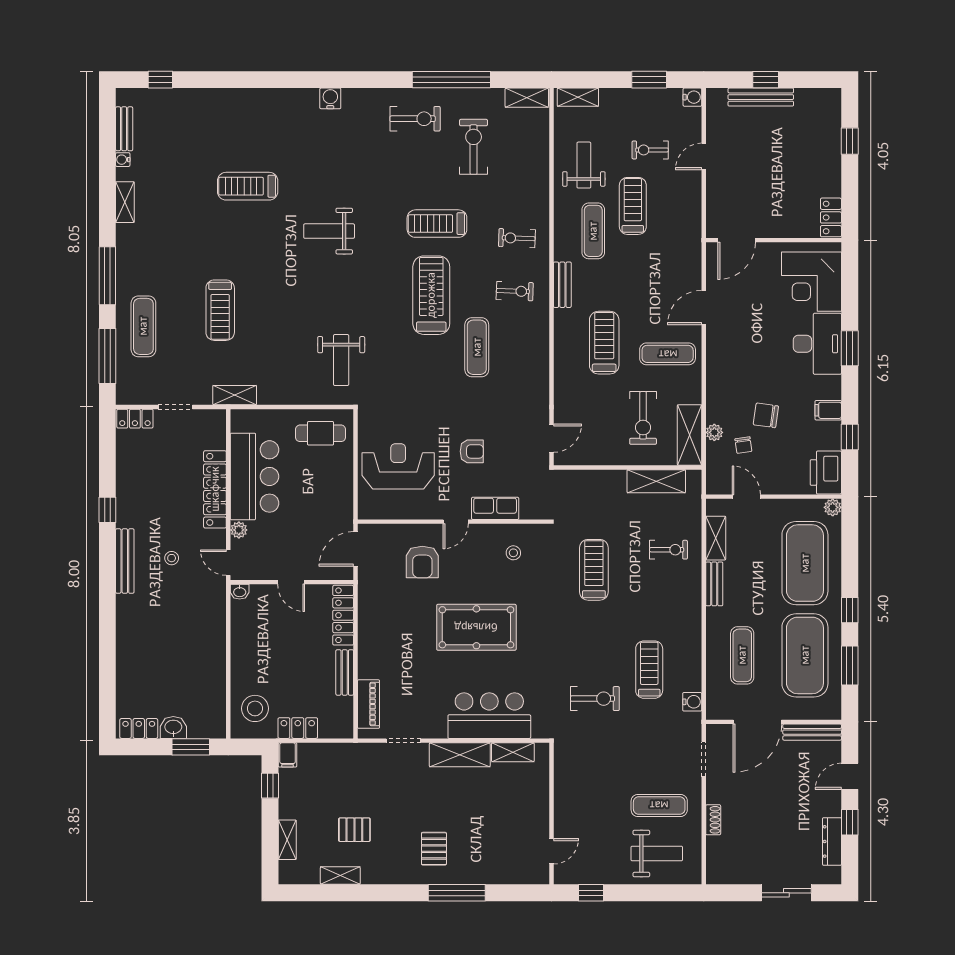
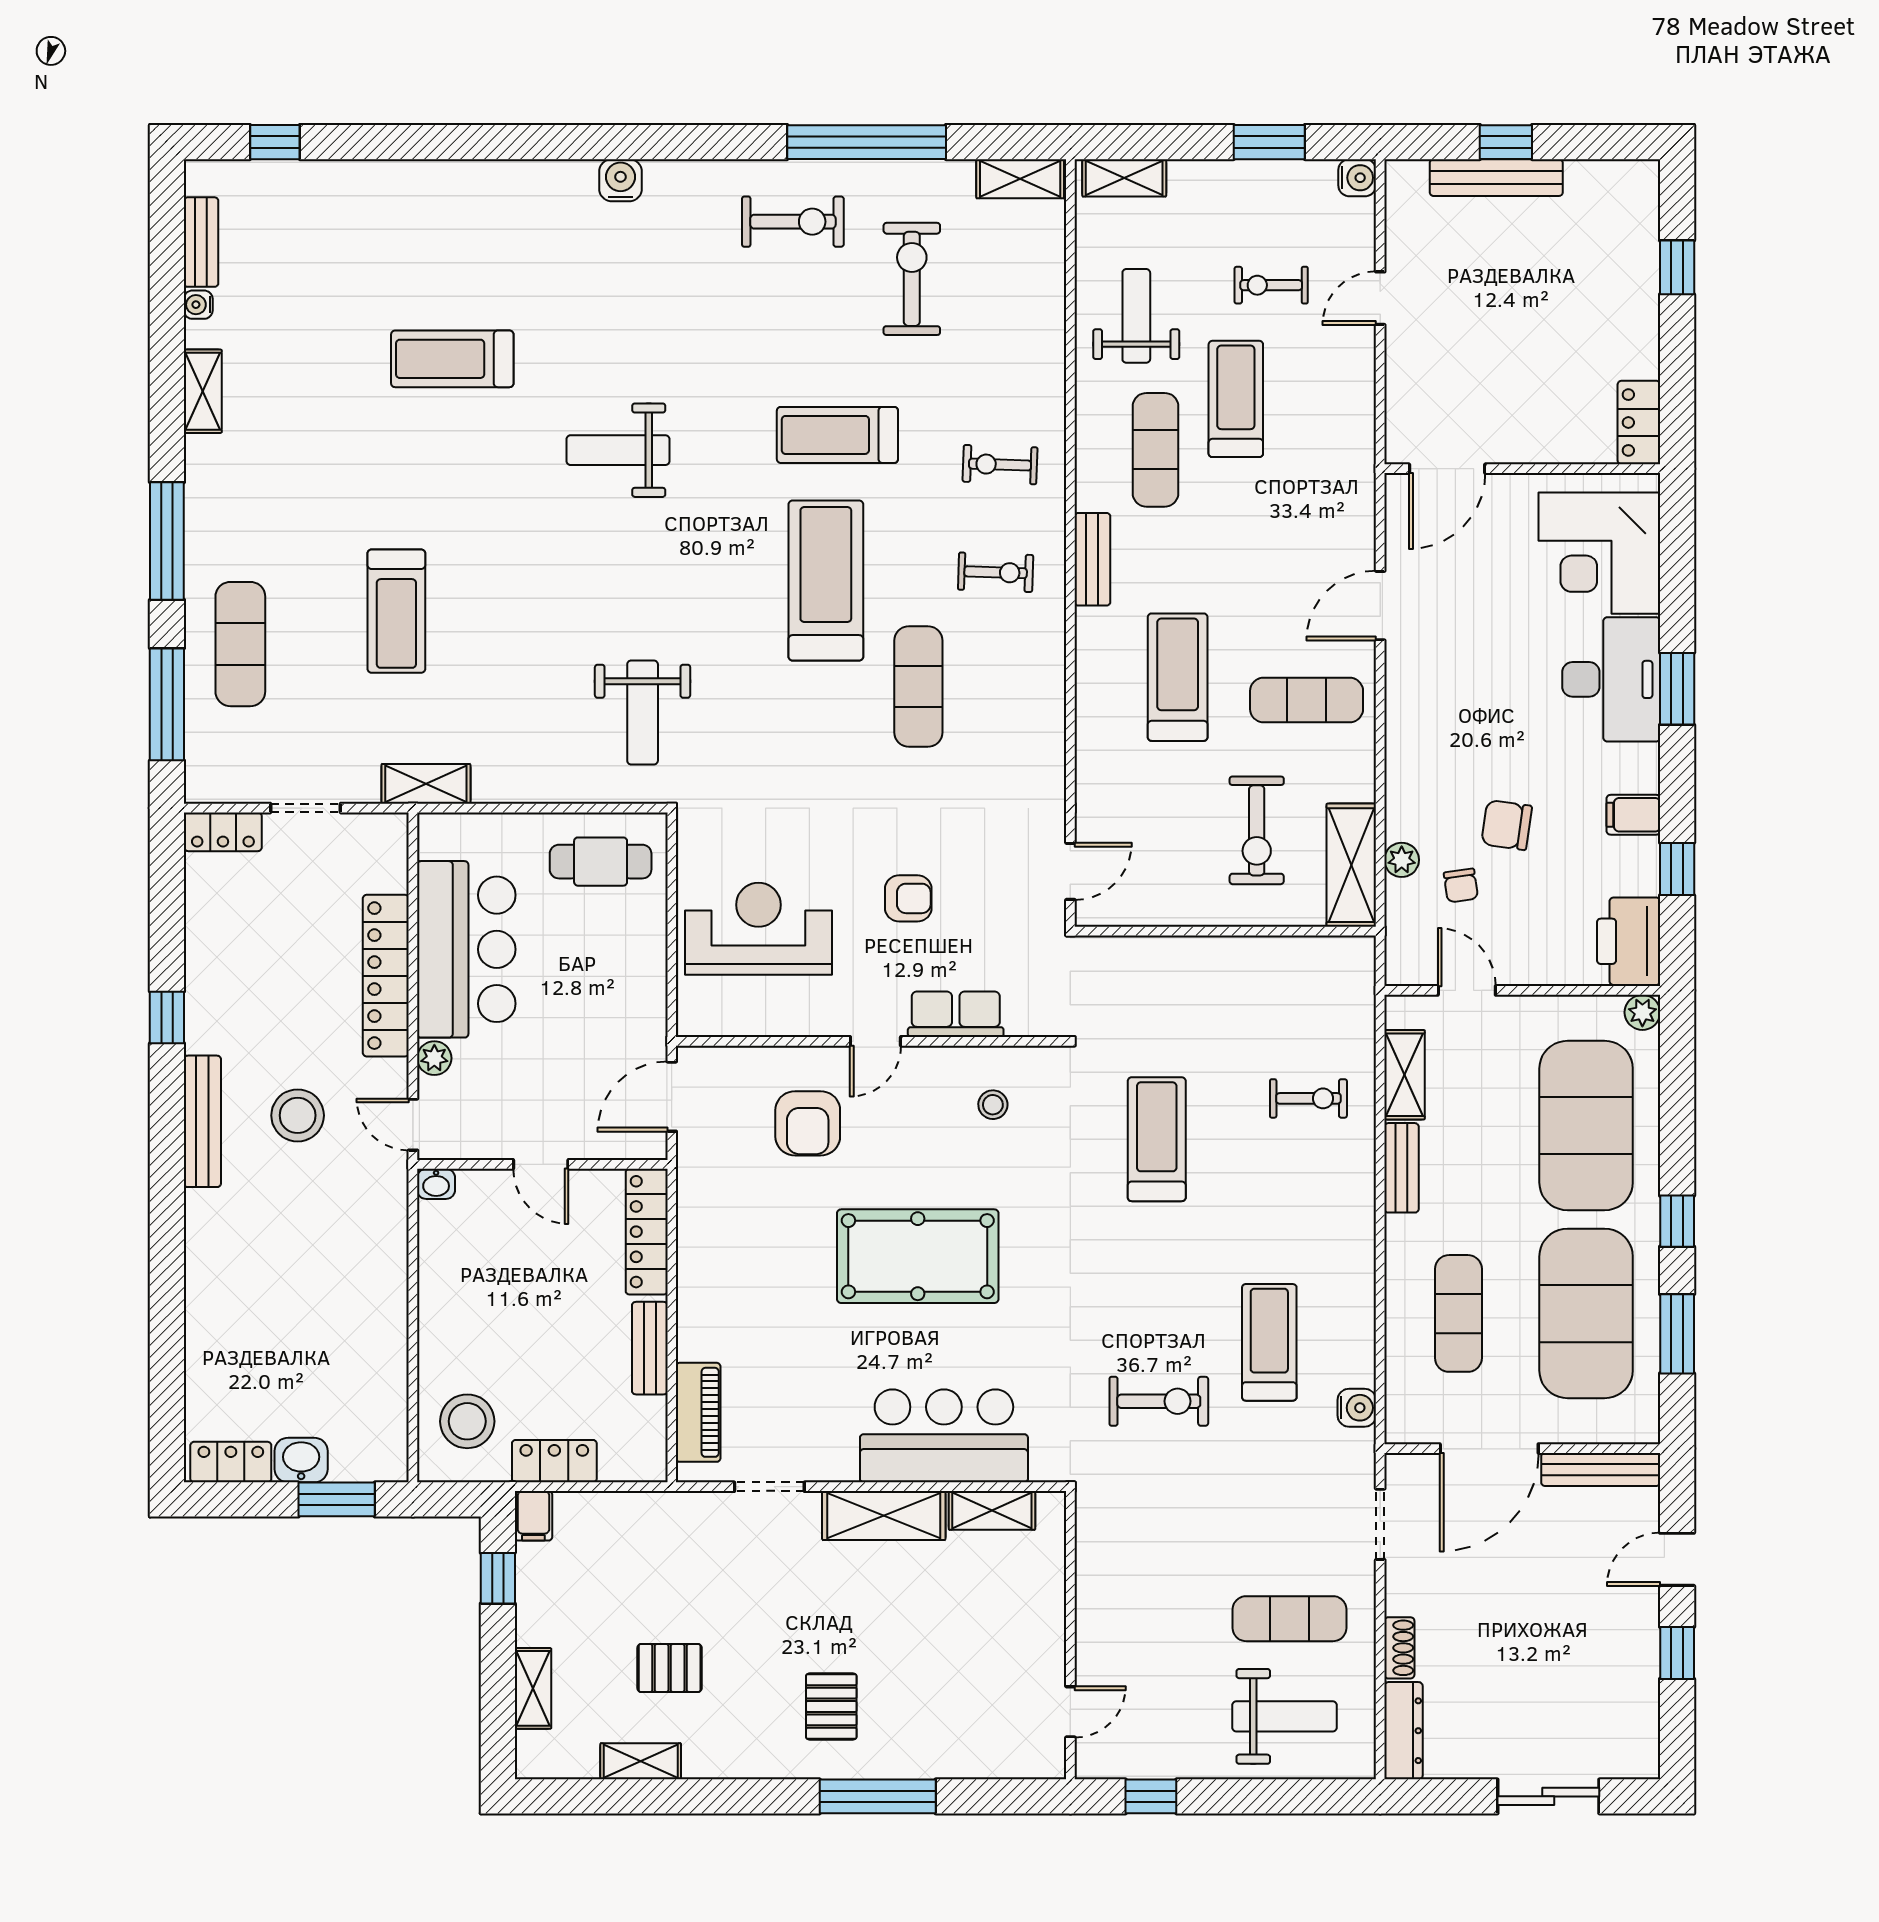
shelving: (656, 481) -> (1284, 959), removed
stool: (172, 558) -> (298, 1115), width x1.89, depth x1.89
dresser: (832, 841) -> (1403, 1731), moved, turned 180

